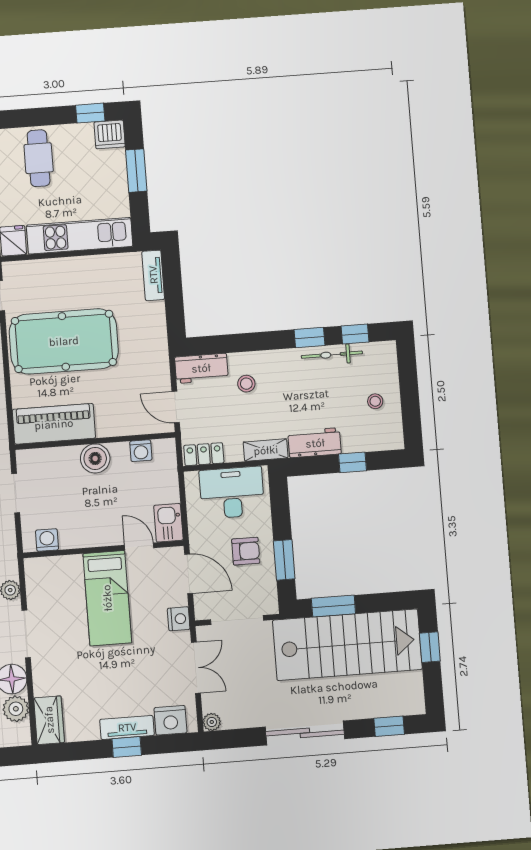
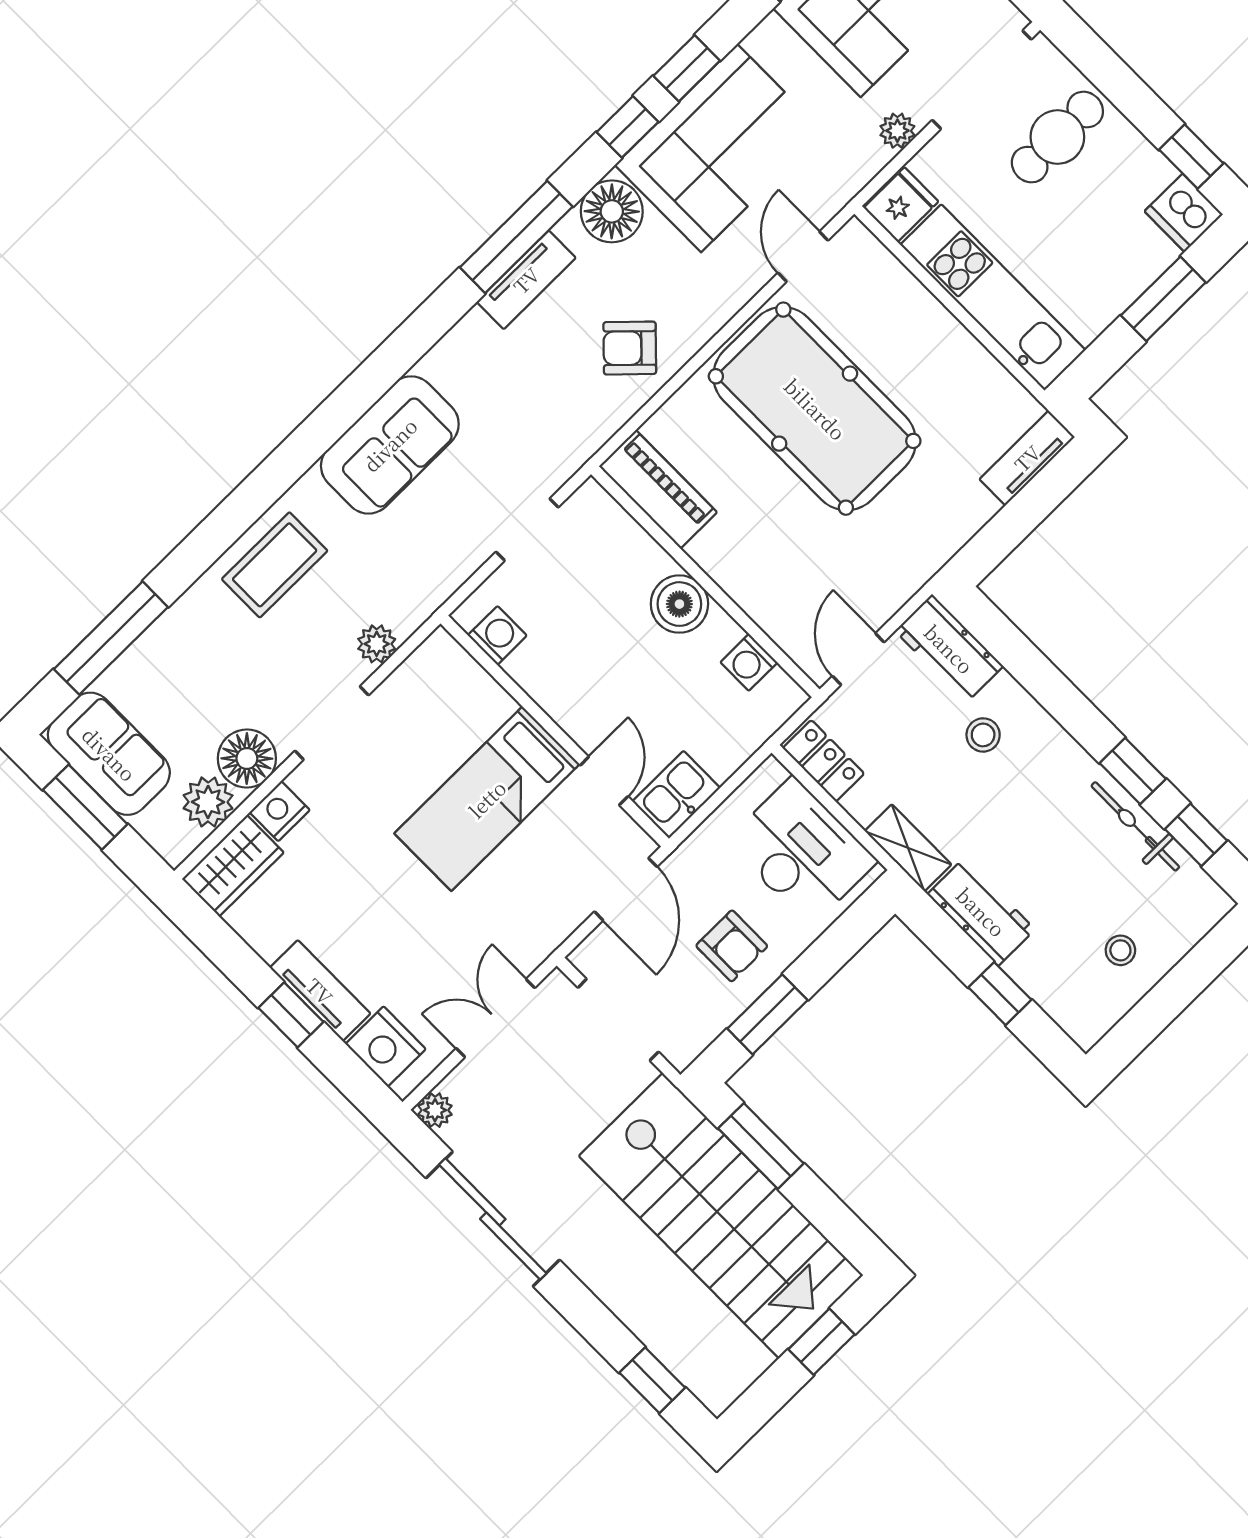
piano: (54, 424) -> (658, 489), width x0.73, depth x0.75
nightstand: (179, 619) -> (280, 811), moved, turned 180
double door: (196, 668) -> (495, 1018), swing flipped
sliding door: (305, 733) -> (493, 1219), moved

